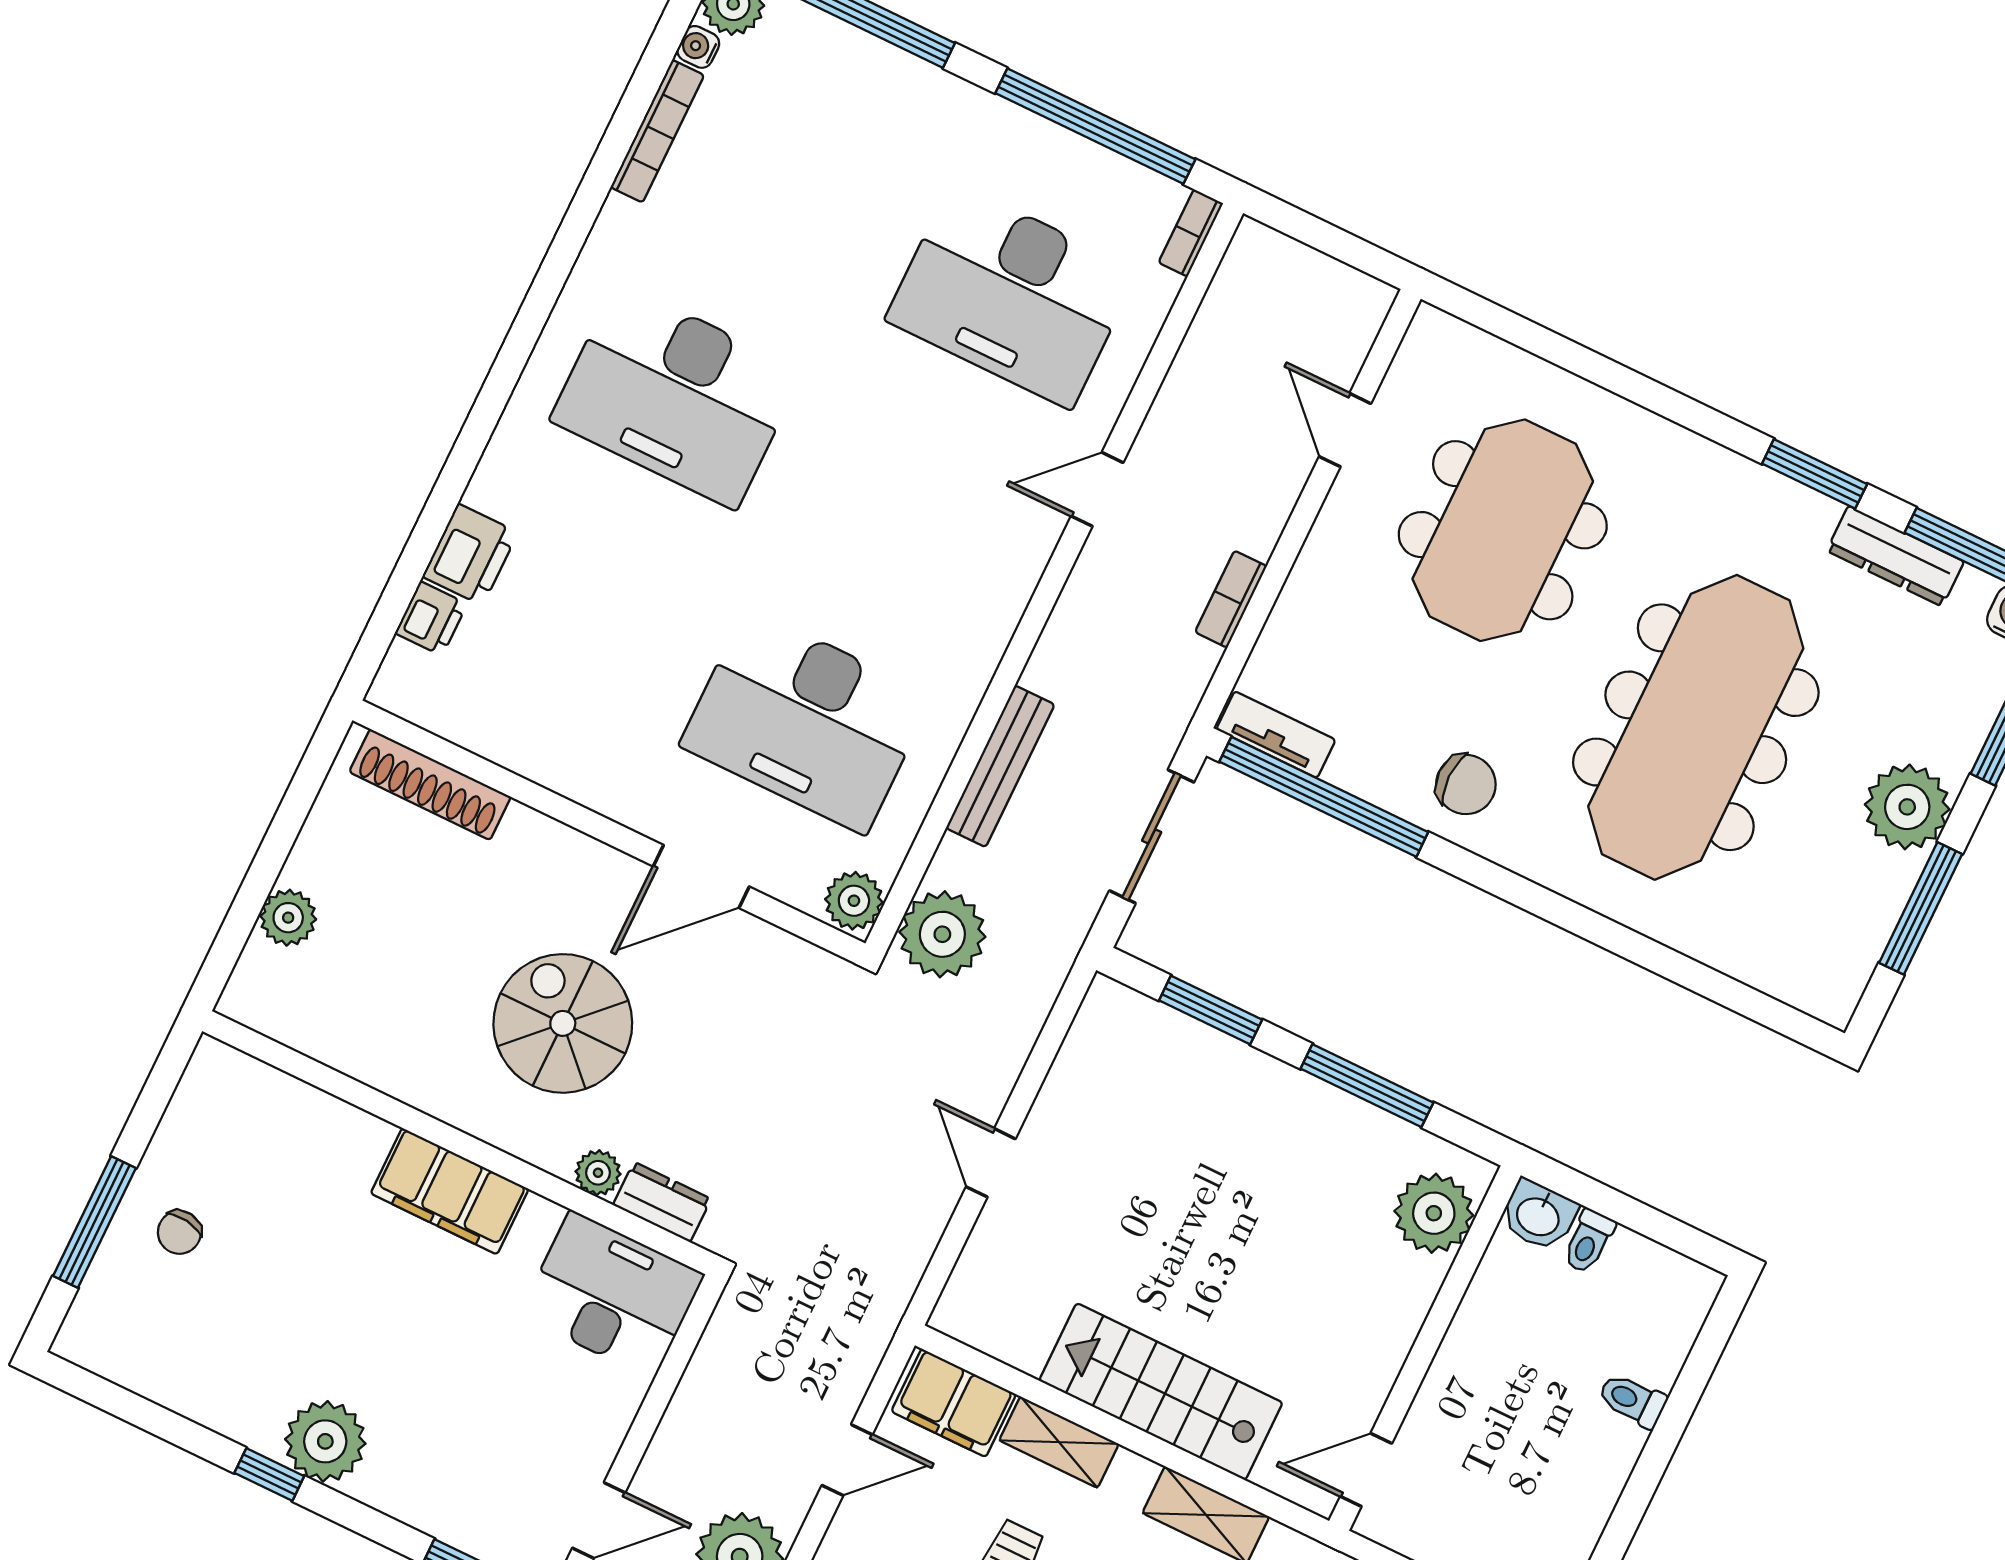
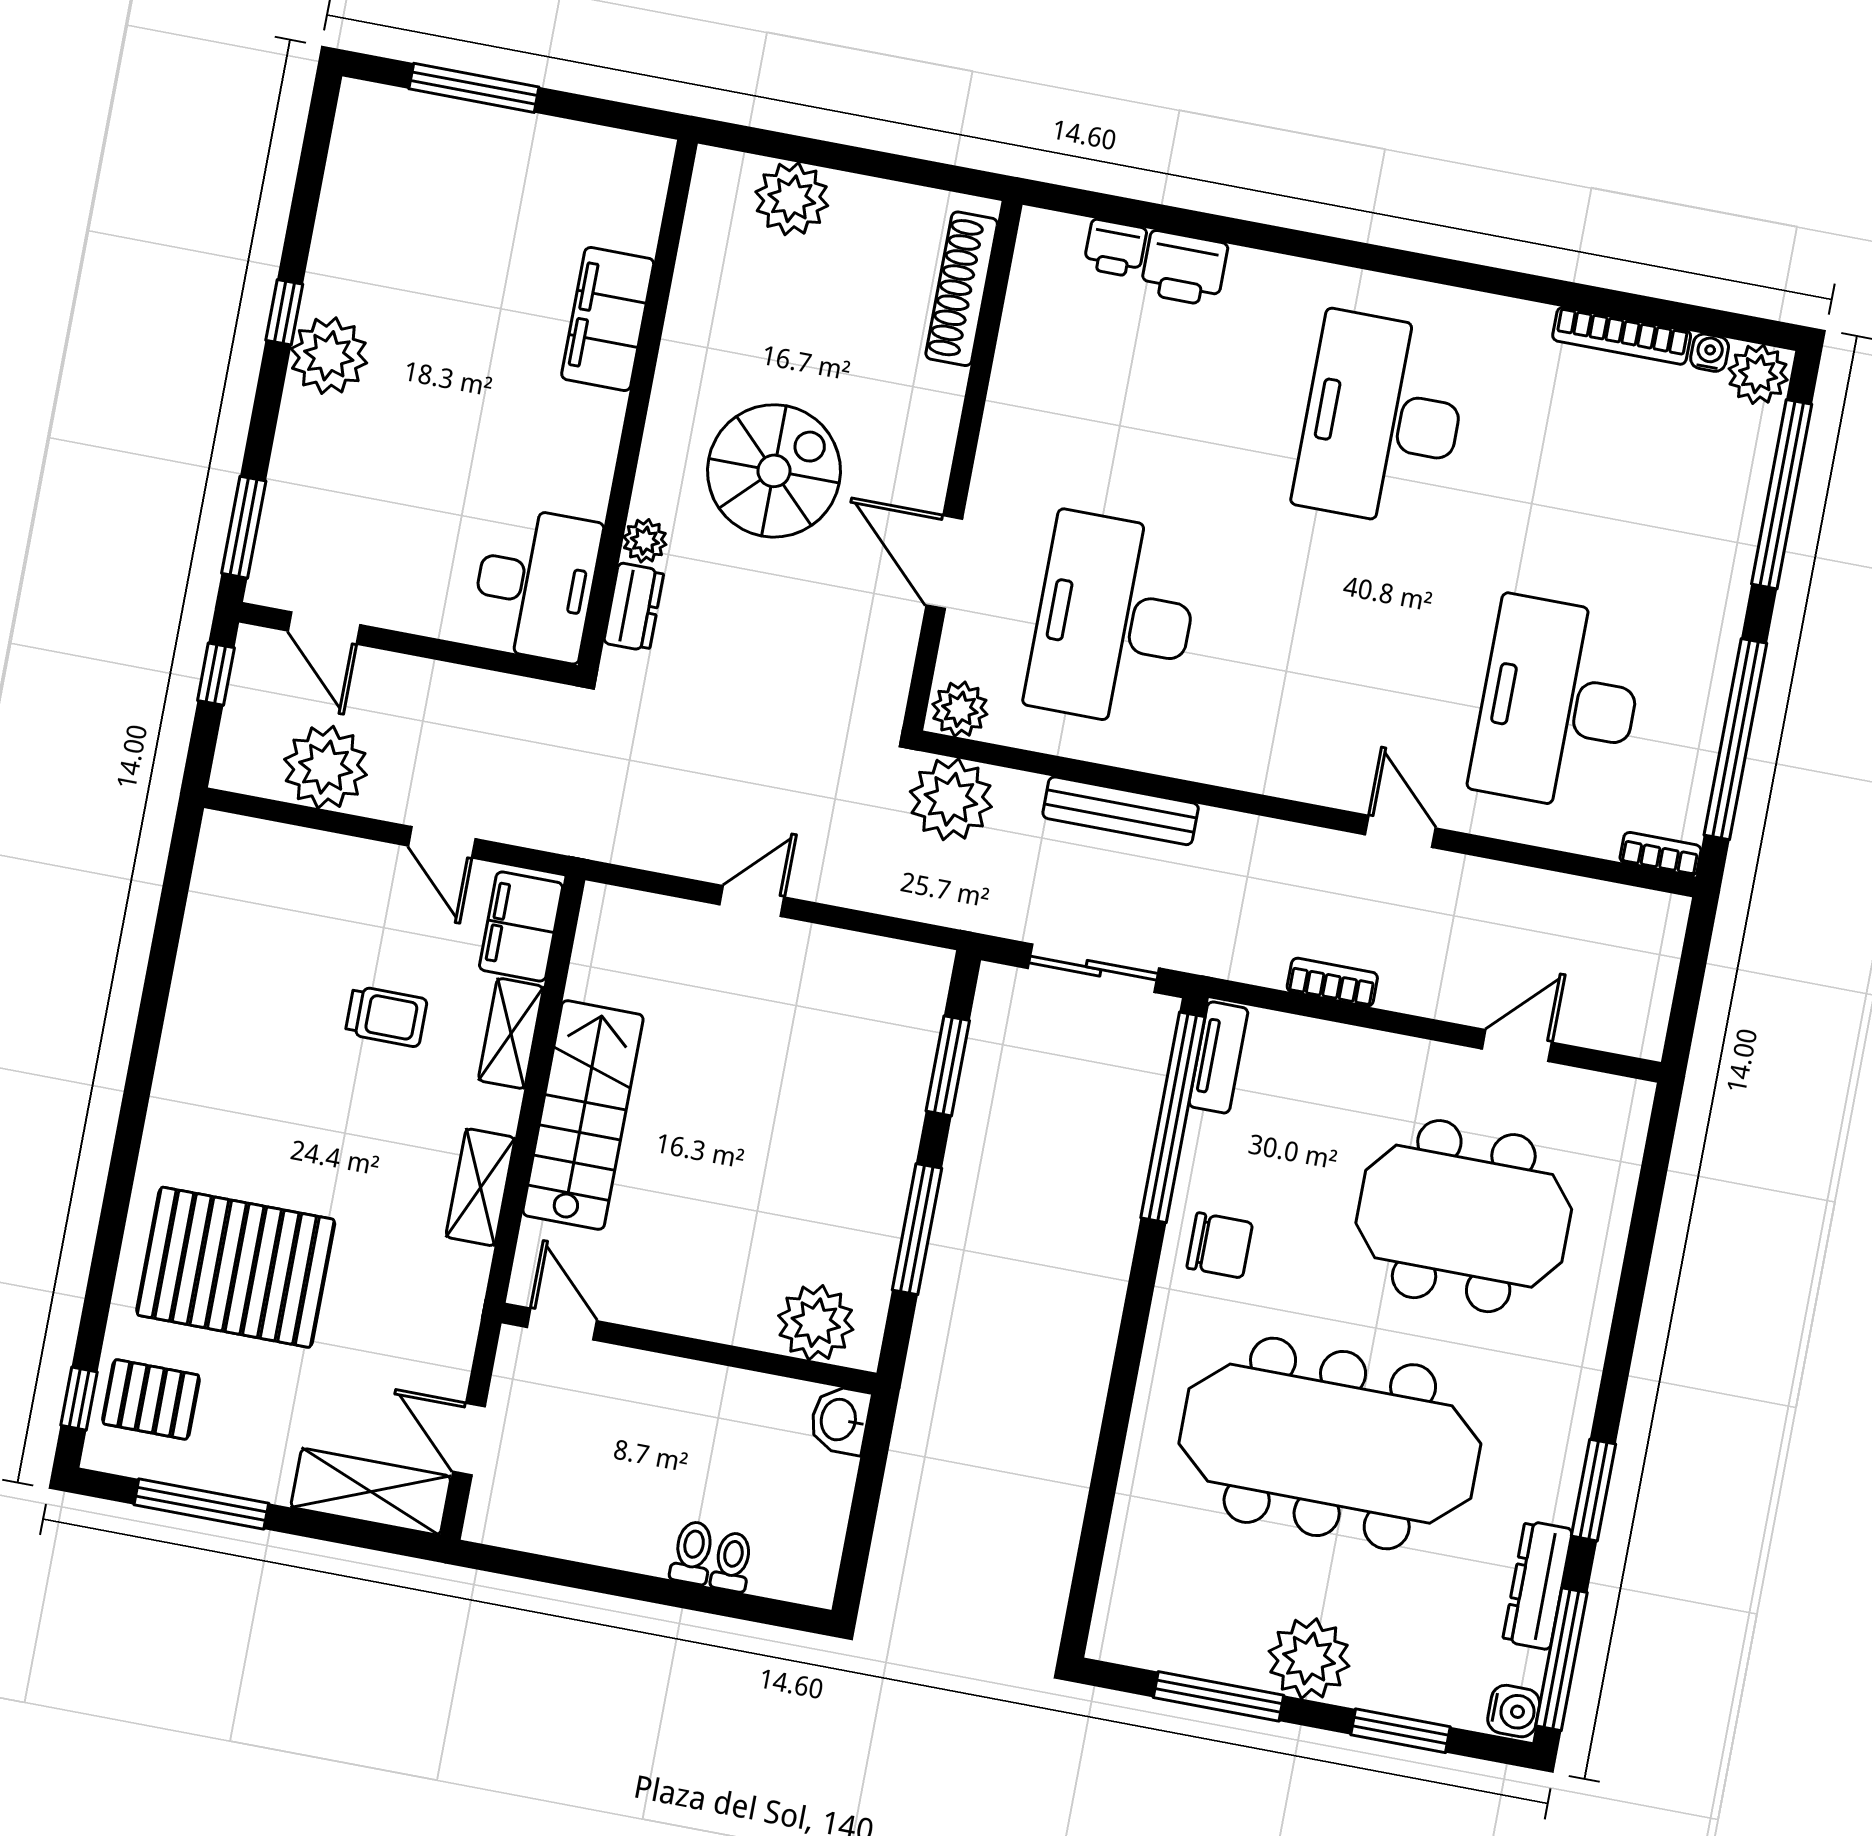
chair: (1466, 784) -> (1220, 1245), turned -90
plant: (288, 918) -> (792, 199), width x1.36, depth x1.36
filing cabinet: (450, 1191) -> (608, 319), moved
chair: (179, 1232) -> (486, 169), removed
toilet: (1589, 1241) -> (732, 1562), moved, turned 90

